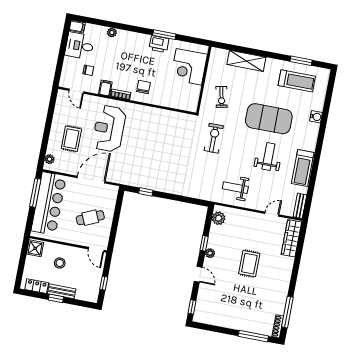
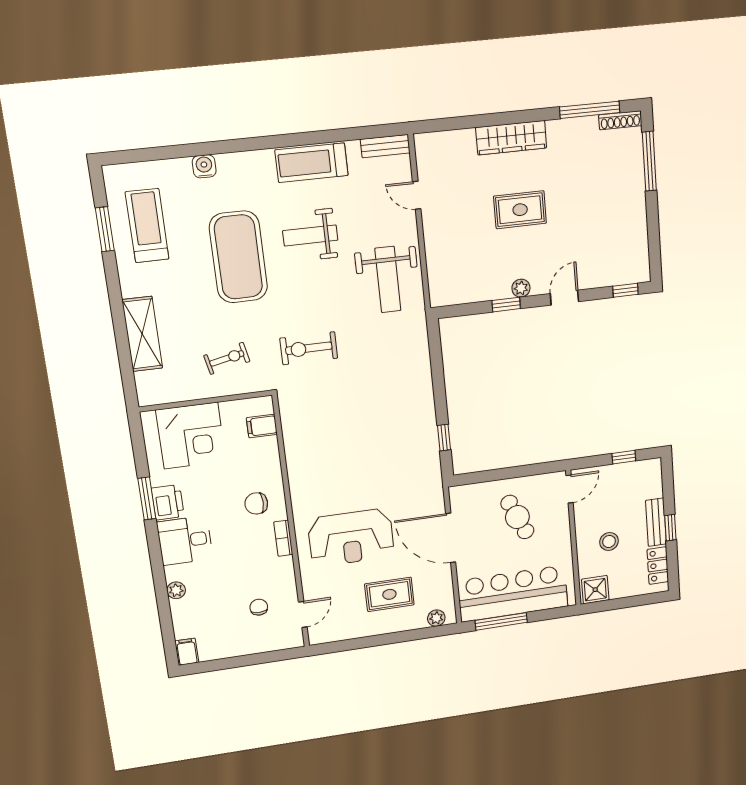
desk: (80, 46) -> (185, 541), moved, turned 90
filing cabinet: (105, 88) -> (262, 426), moved
treadmill: (303, 168) -> (312, 163), turned 180
weight bench: (235, 188) -> (388, 280), width x1.36, depth x1.33
plant: (219, 218) -> (453, 293), removed
wardrobe: (291, 238) -> (511, 138), moved

